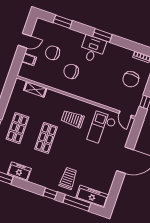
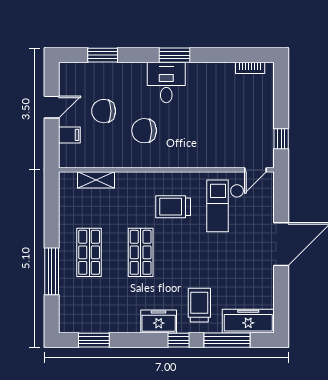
chair: (131, 79) -> (245, 110), removed
door: (125, 114) -> (255, 170), hinge flipped
freezer: (19, 171) -> (159, 322), moved

